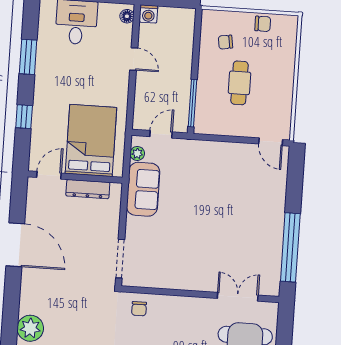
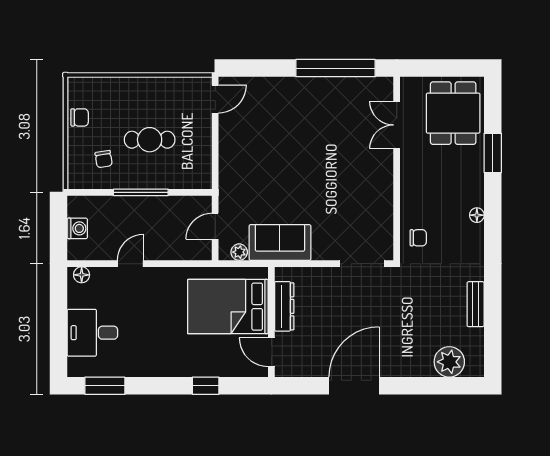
washing machine: (148, 14) -> (77, 228), moved
chair: (263, 24) -> (80, 117), turned 90
window: (28, 57) -> (105, 386), moved
window: (193, 103) -> (141, 192), moved
door: (161, 134) -> (215, 226), hinge flipped

